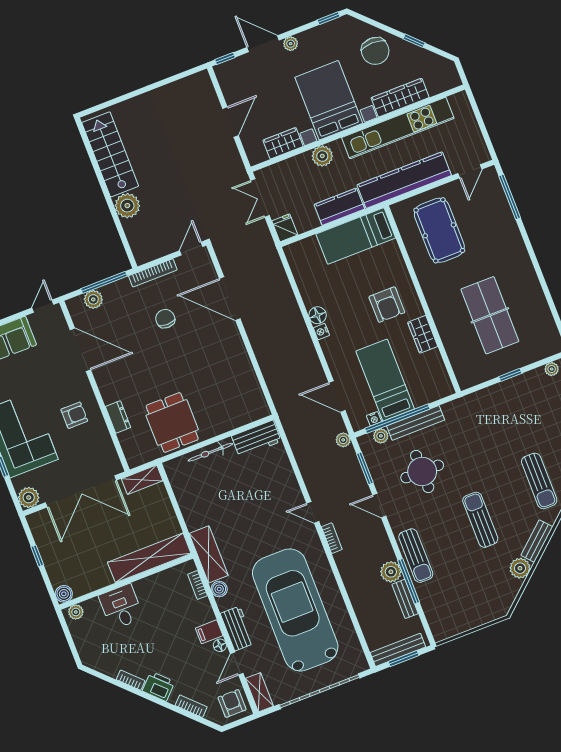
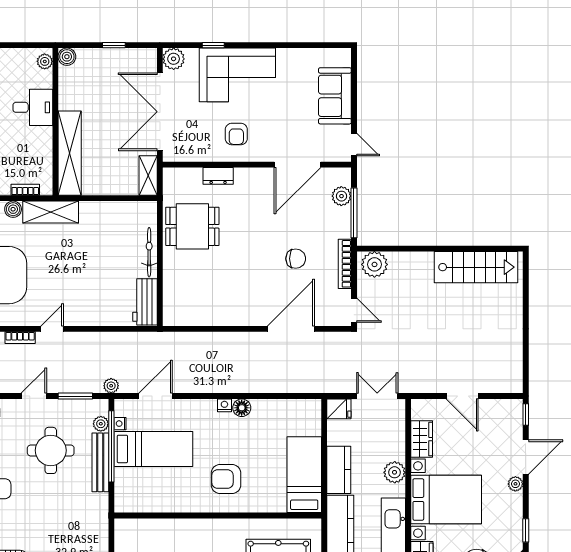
plant: (127, 206) -> (374, 264), moved
wardrobe: (423, 334) -> (184, 503), removed

